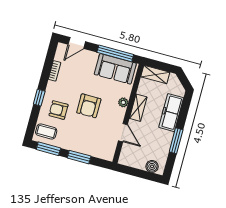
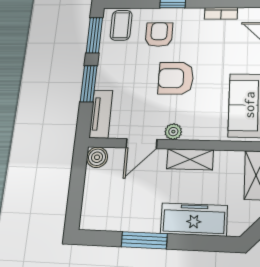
plant: (123, 102) -> (173, 132), moved
tv unit: (100, 153) -> (101, 114), added
boiler: (152, 166) -> (97, 157), moved

